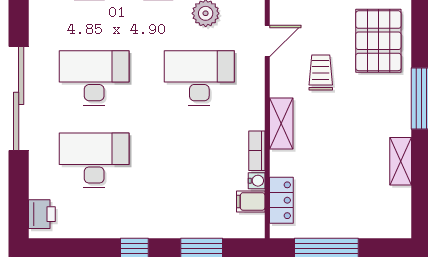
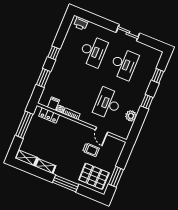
door: (267, 41) -> (102, 131), moved
desk: (199, 78) -> (108, 103), turned 180
sliding door: (19, 98) -> (128, 33), width x0.54
shelving: (281, 123) -> (26, 158), moved

